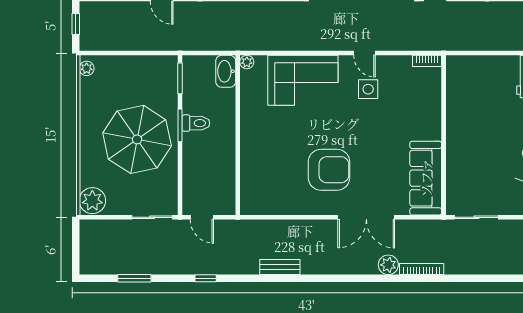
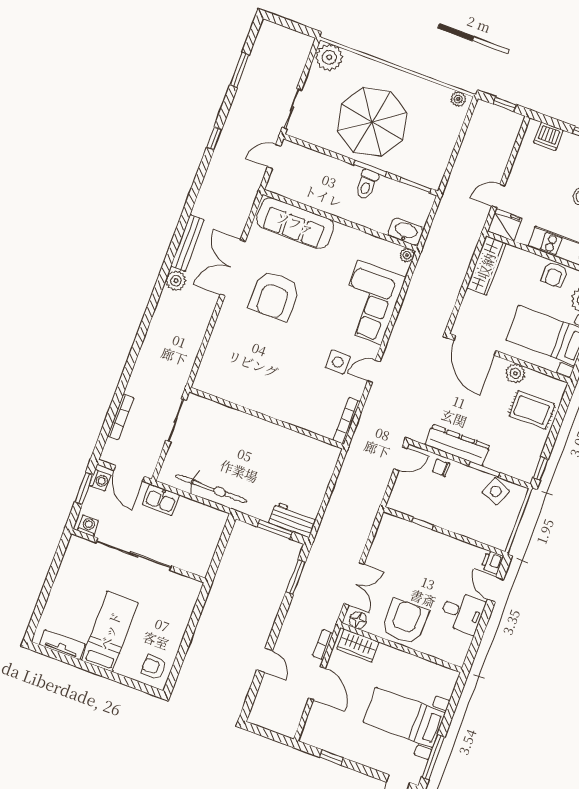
bookcase: (427, 61) -> (347, 421), width x1.56
sofa: (426, 178) -> (295, 223), moved, turned 180
double door: (366, 217) -> (233, 268), moved
plant: (388, 265) -> (176, 281), moved
bench: (280, 267) -> (187, 243), moved, width x1.36
bookcase: (422, 269) -> (121, 417), moved

